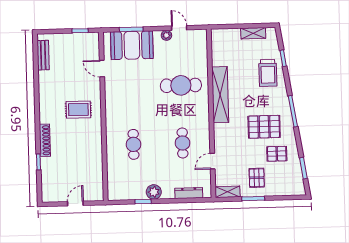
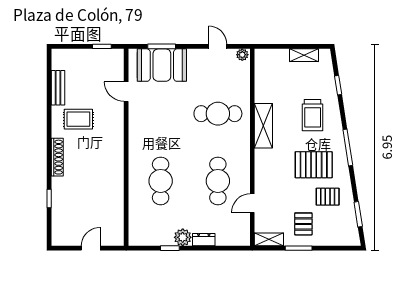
plant: (166, 35) -> (242, 55), moved
bench: (43, 55) -> (58, 88), moved
trolley: (268, 73) -> (313, 115), moved
shelving: (220, 95) -> (263, 126), width x0.68
rug: (78, 110) -> (78, 119), moved
shoe rack: (45, 140) -> (57, 157), moved
cafe table: (183, 143) -> (218, 181), width x1.37, depth x1.35
cafe table: (133, 144) -> (161, 181), width x1.37, depth x1.35
dresser: (189, 193) -> (204, 240), moved, width x0.70

